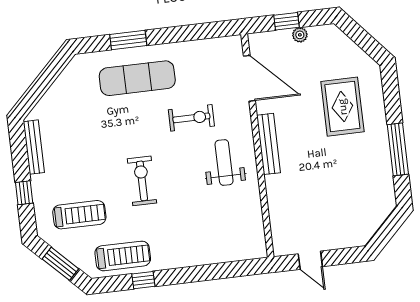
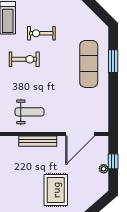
rug: (342, 107) -> (56, 190), turned 90
exercise bike: (191, 118) -> (41, 33), moved, turned 90

